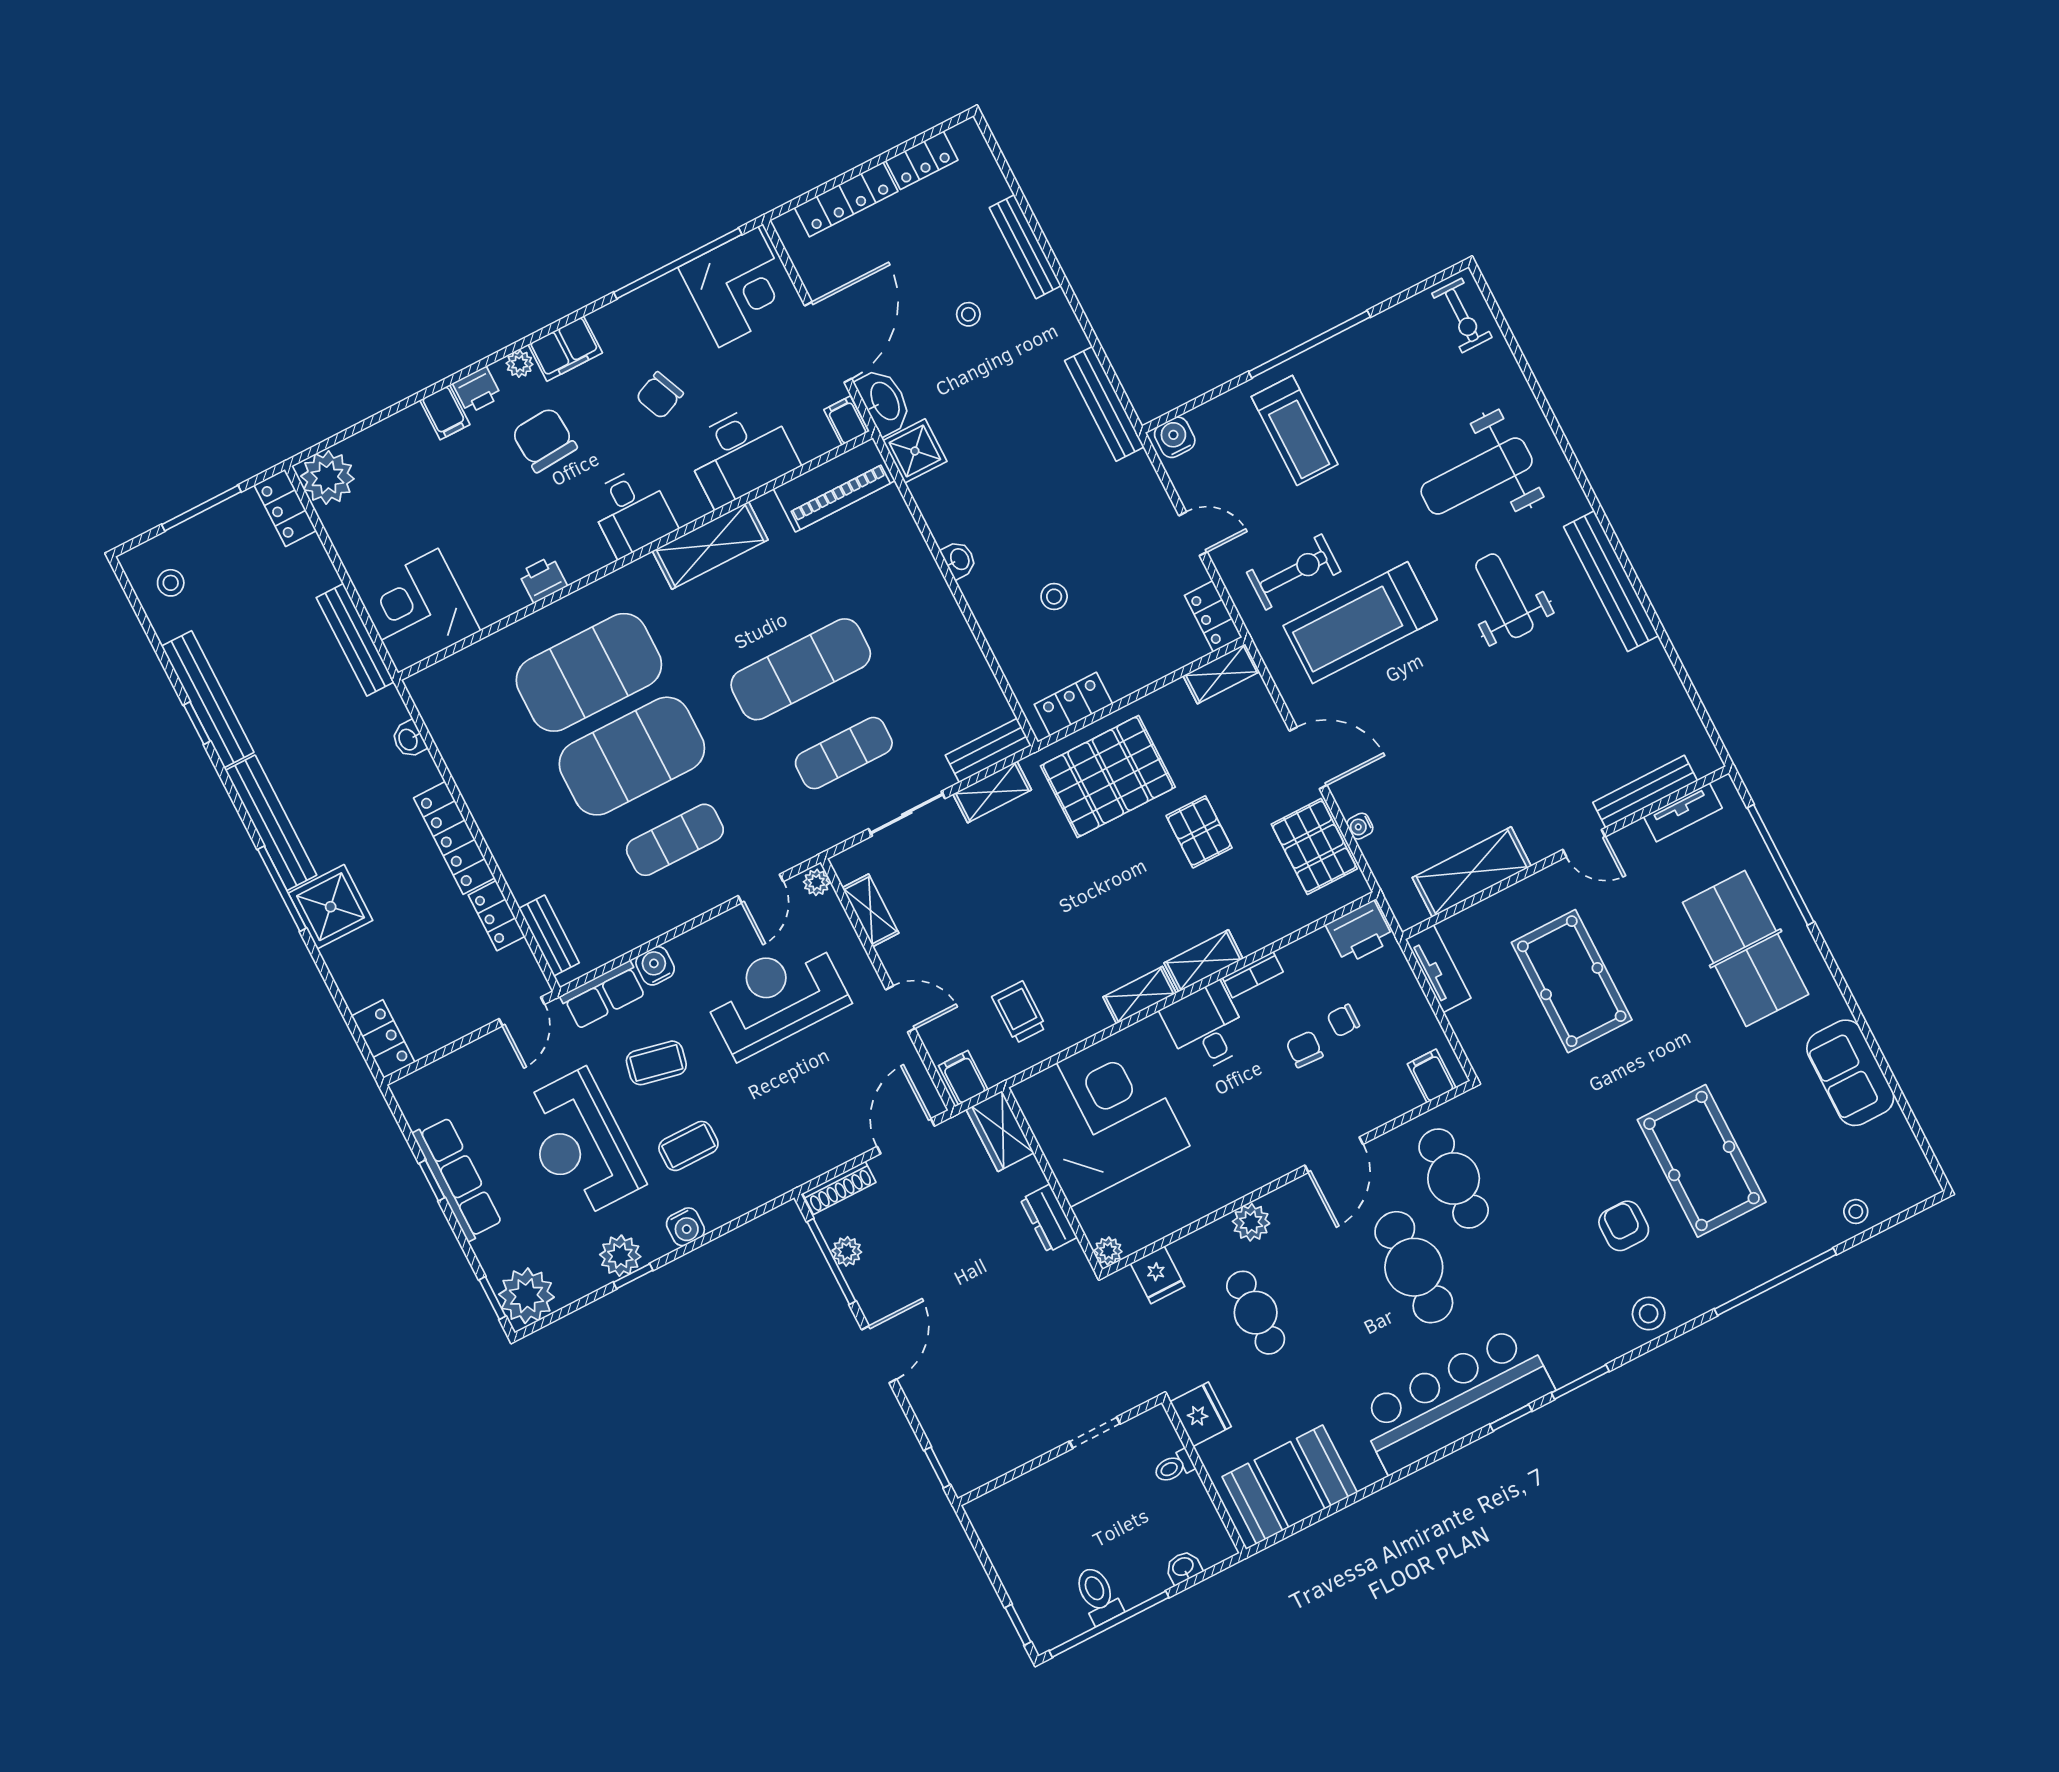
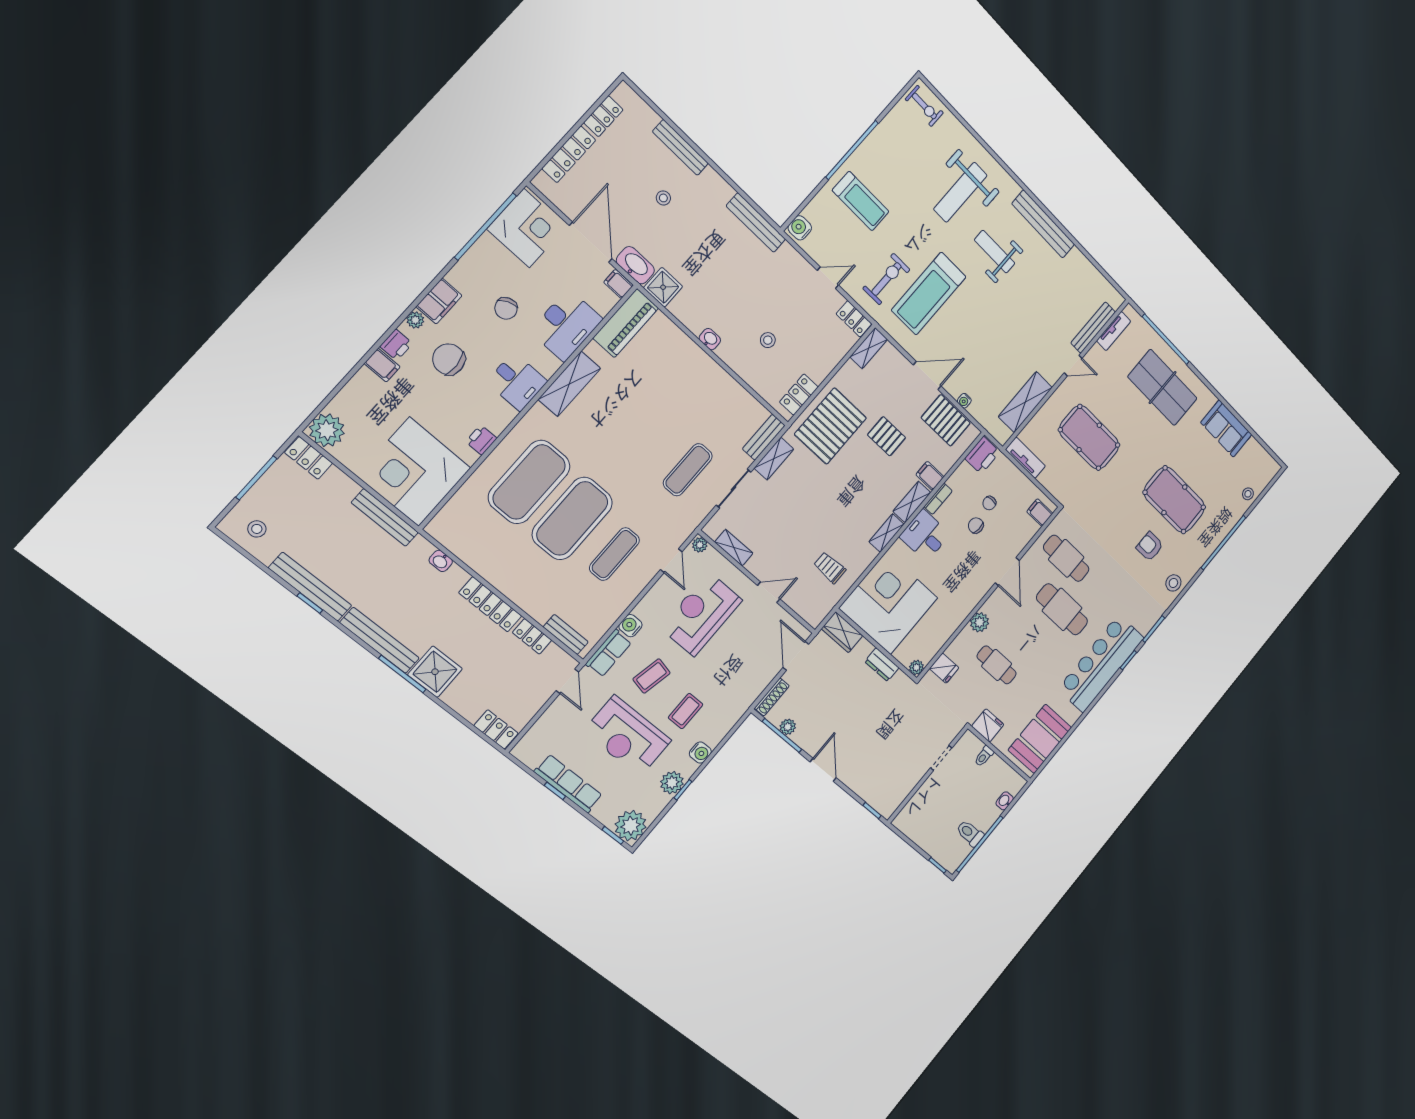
corner desk: (418, 611) -> (414, 472), width x1.36, depth x1.36
exercise mat: (801, 669) -> (647, 433), removed
filing cabinet: (963, 1078) -> (930, 476), moved

